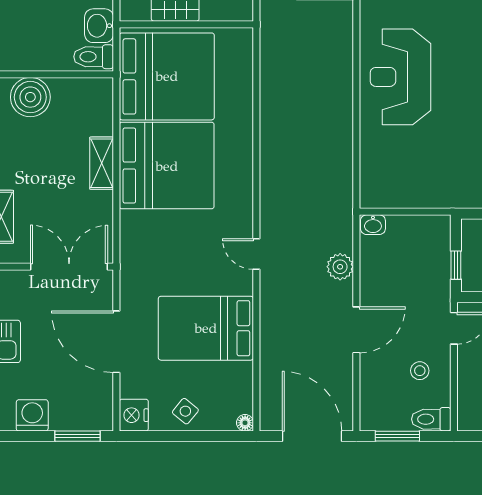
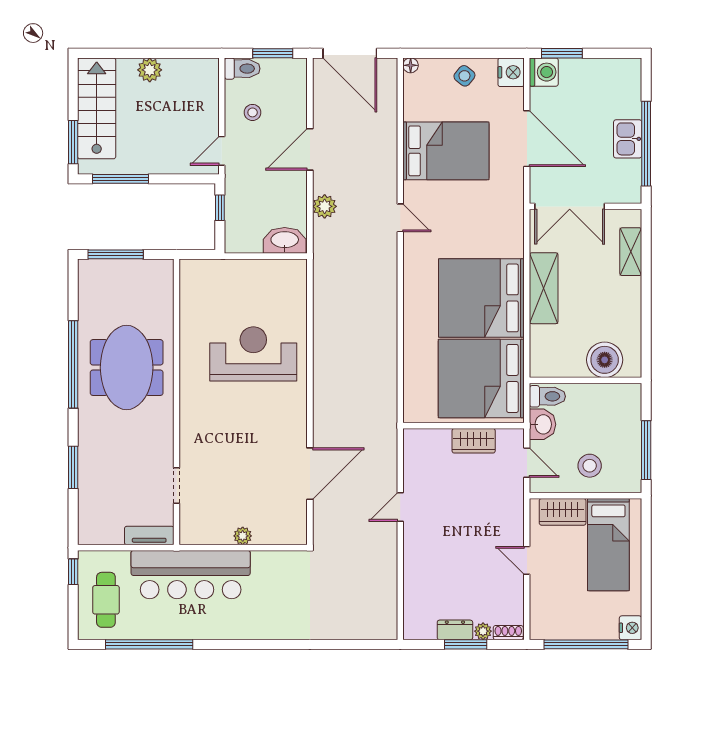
reception desk: (400, 77) -> (253, 354), moved, turned -90
shelving: (102, 163) -> (544, 288), width x1.50, depth x1.33
washbasin: (373, 225) -> (285, 240), width x1.91, depth x1.45
washing machine: (32, 415) -> (544, 72), moved, turned -90

